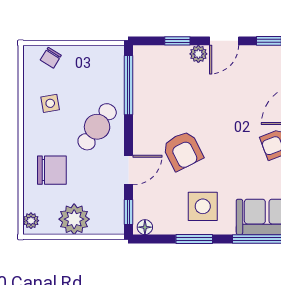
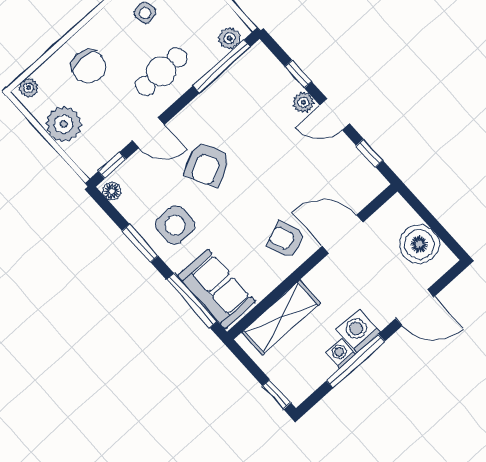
plant: (115, 64) -> (229, 38), added
cafe table: (97, 127) -> (161, 72), turned -35

